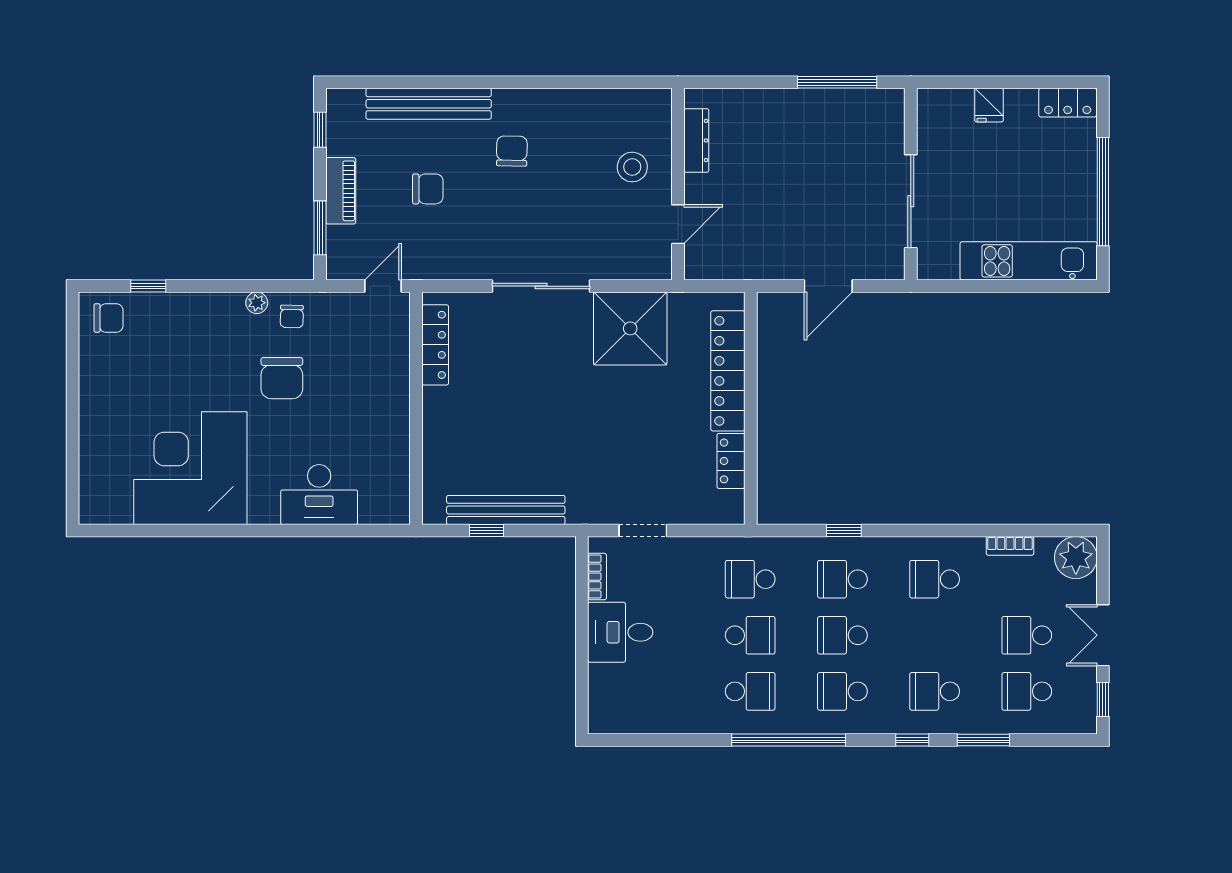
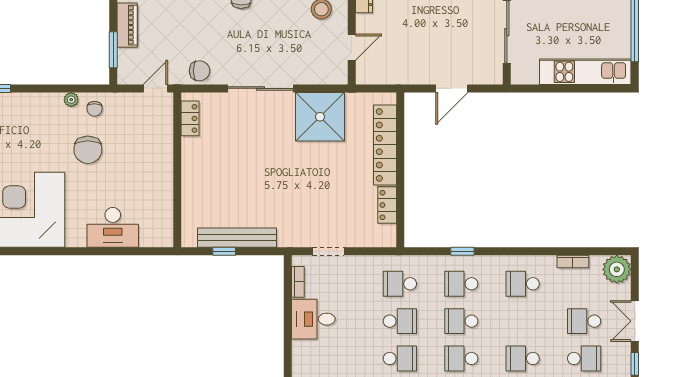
chair: (428, 189) -> (200, 71), moved
locker: (435, 345) -> (190, 118), width x0.66
school desk: (1027, 691) -> (584, 358), turned 180

